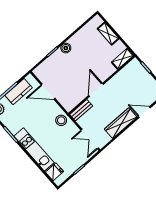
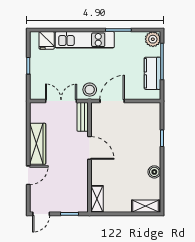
shelving: (108, 34) -> (146, 206), moved
boiler: (66, 48) -> (154, 172), moved
door: (48, 92) -> (112, 101), moved
double door: (90, 139) -> (61, 101), moved

